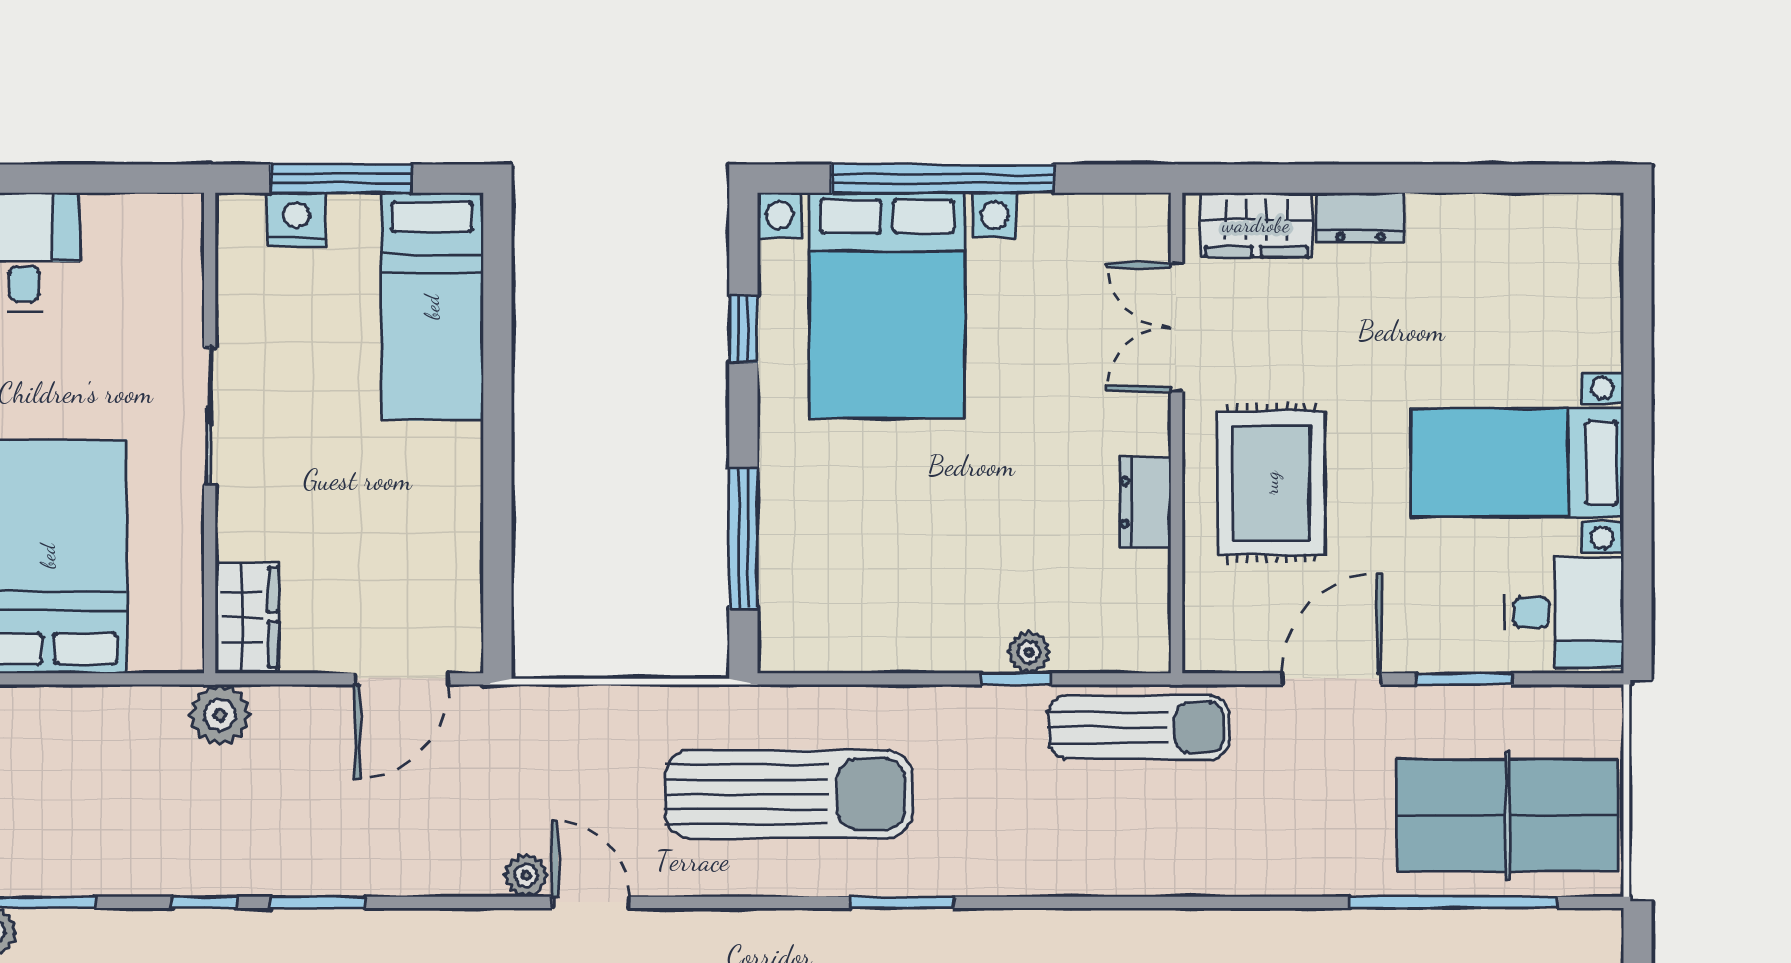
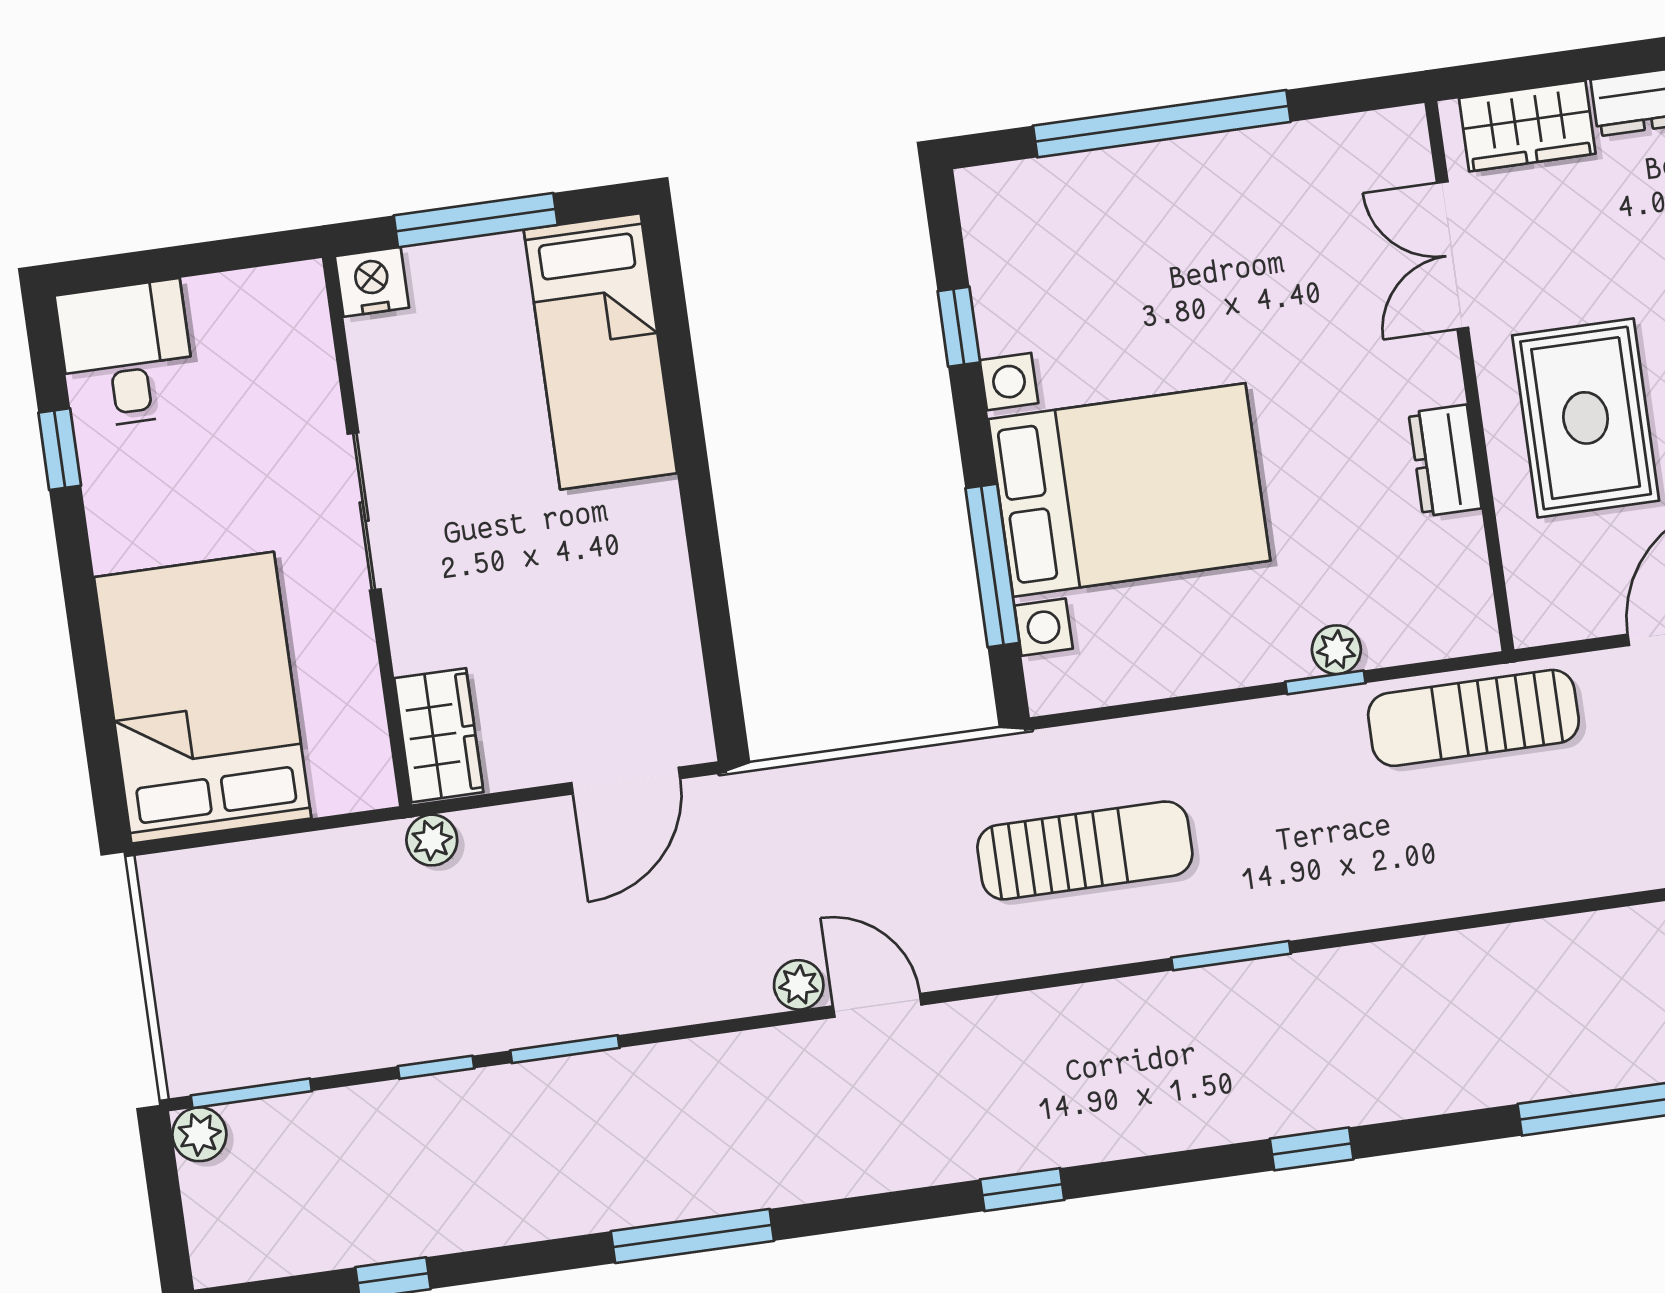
nightstand: (296, 219) -> (372, 282), moved
bed with nightstands: (887, 305) -> (1129, 490), moved, turned -90
plant: (220, 715) -> (432, 840), width x0.73, depth x0.73
sun lounger: (1139, 727) -> (1473, 718), turned 180
sun lounger: (788, 794) -> (1085, 850), width x0.73, depth x0.75

